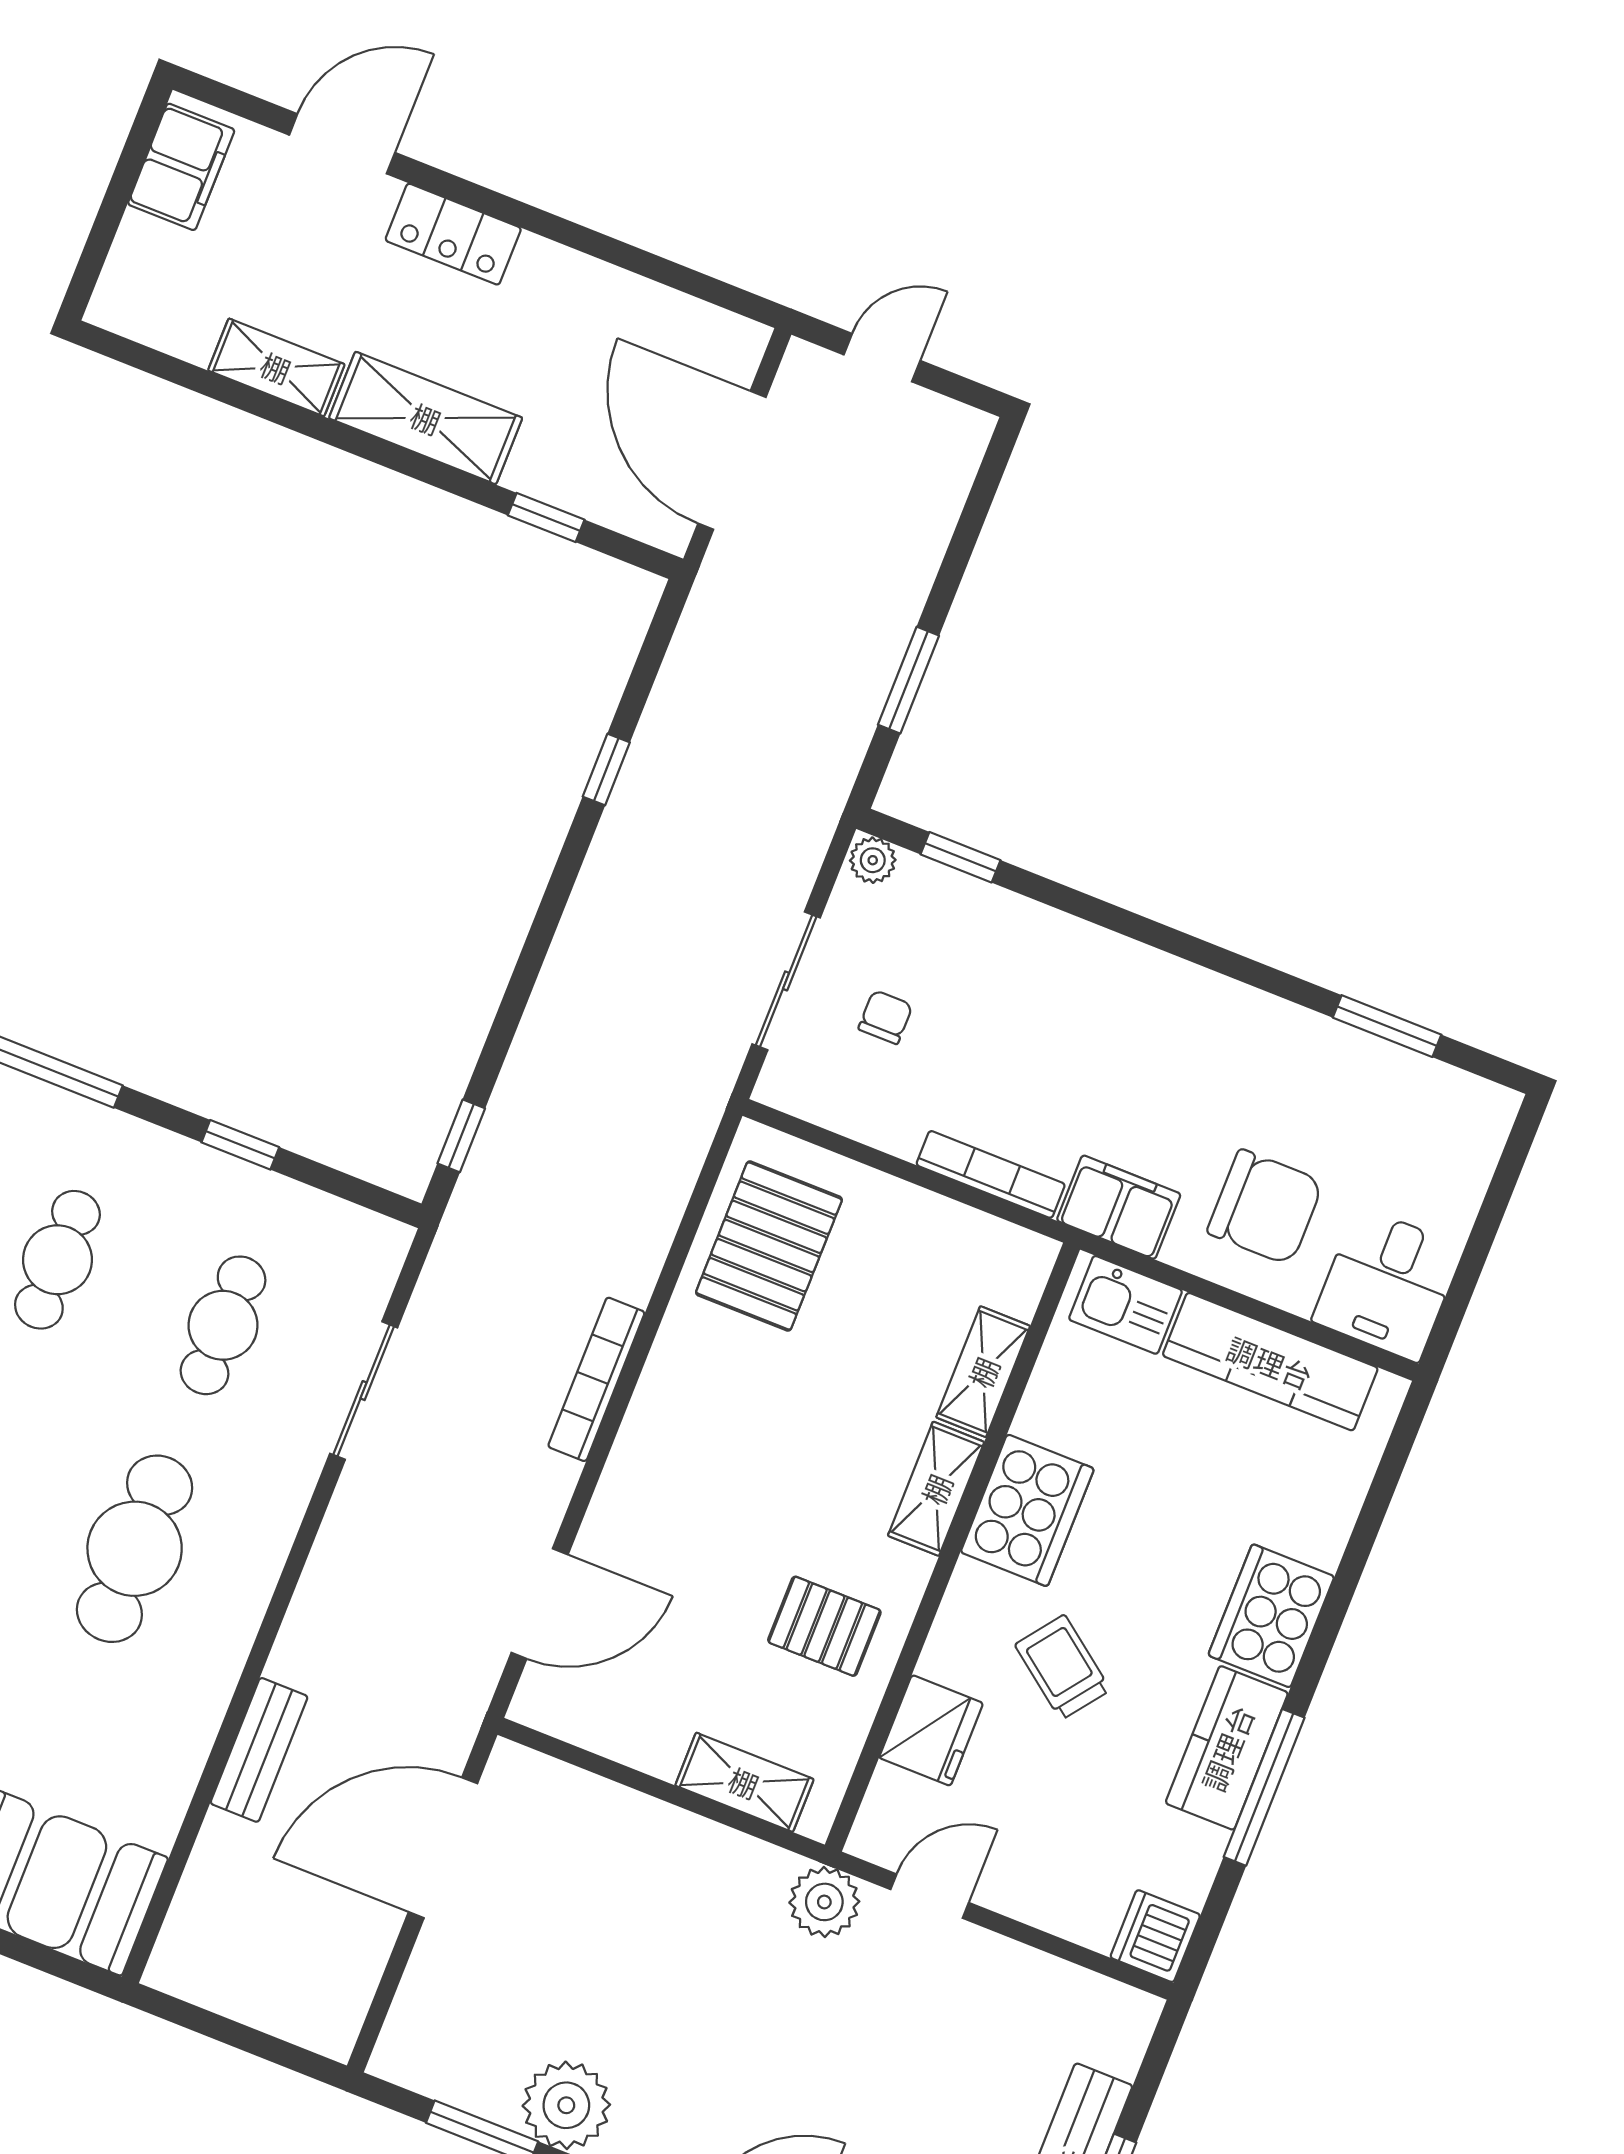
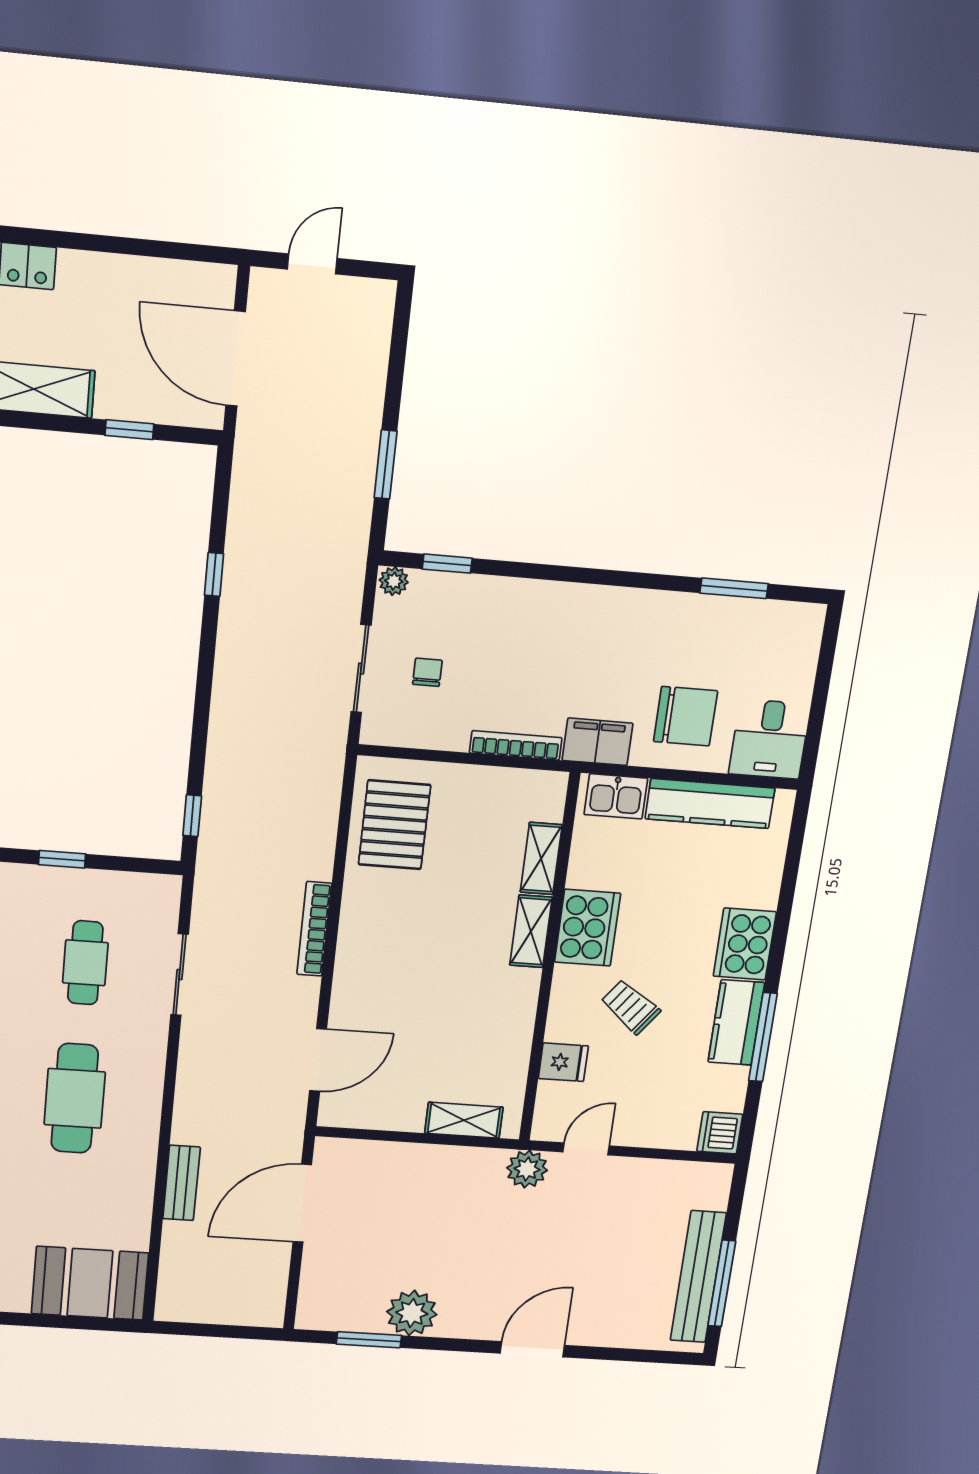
pallet: (824, 1626) -> (486, 1025), removed
fridge: (931, 1730) -> (563, 1062), width x0.72

